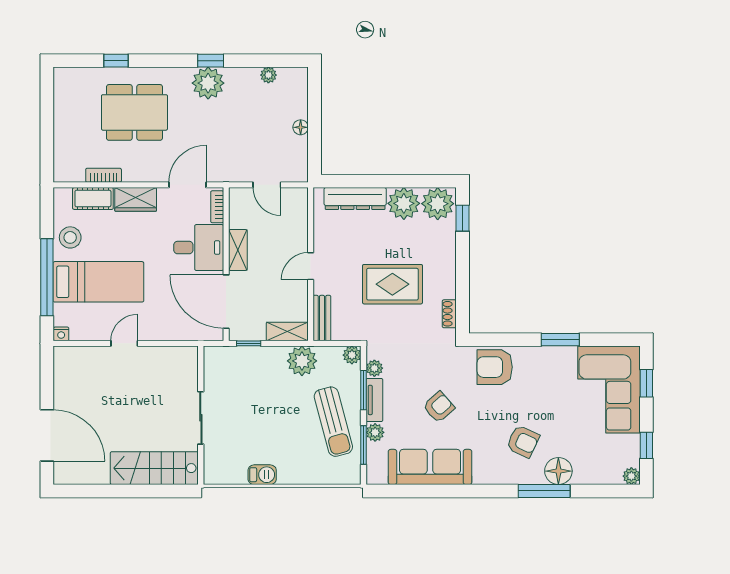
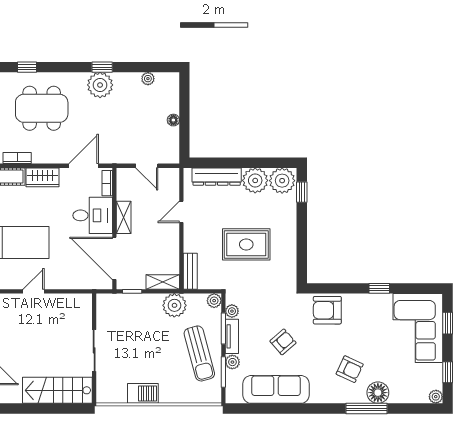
door: (311, 266) -> (181, 212), moved
shoe rack: (449, 314) -> (291, 268), removed
window: (560, 340) -> (379, 288), width x0.67
barbecue: (262, 475) -> (143, 393), width x1.38, depth x1.27

